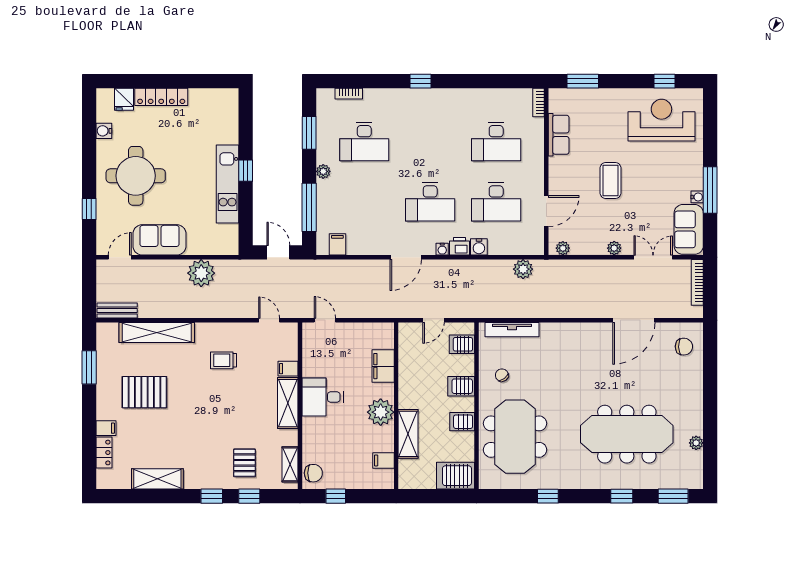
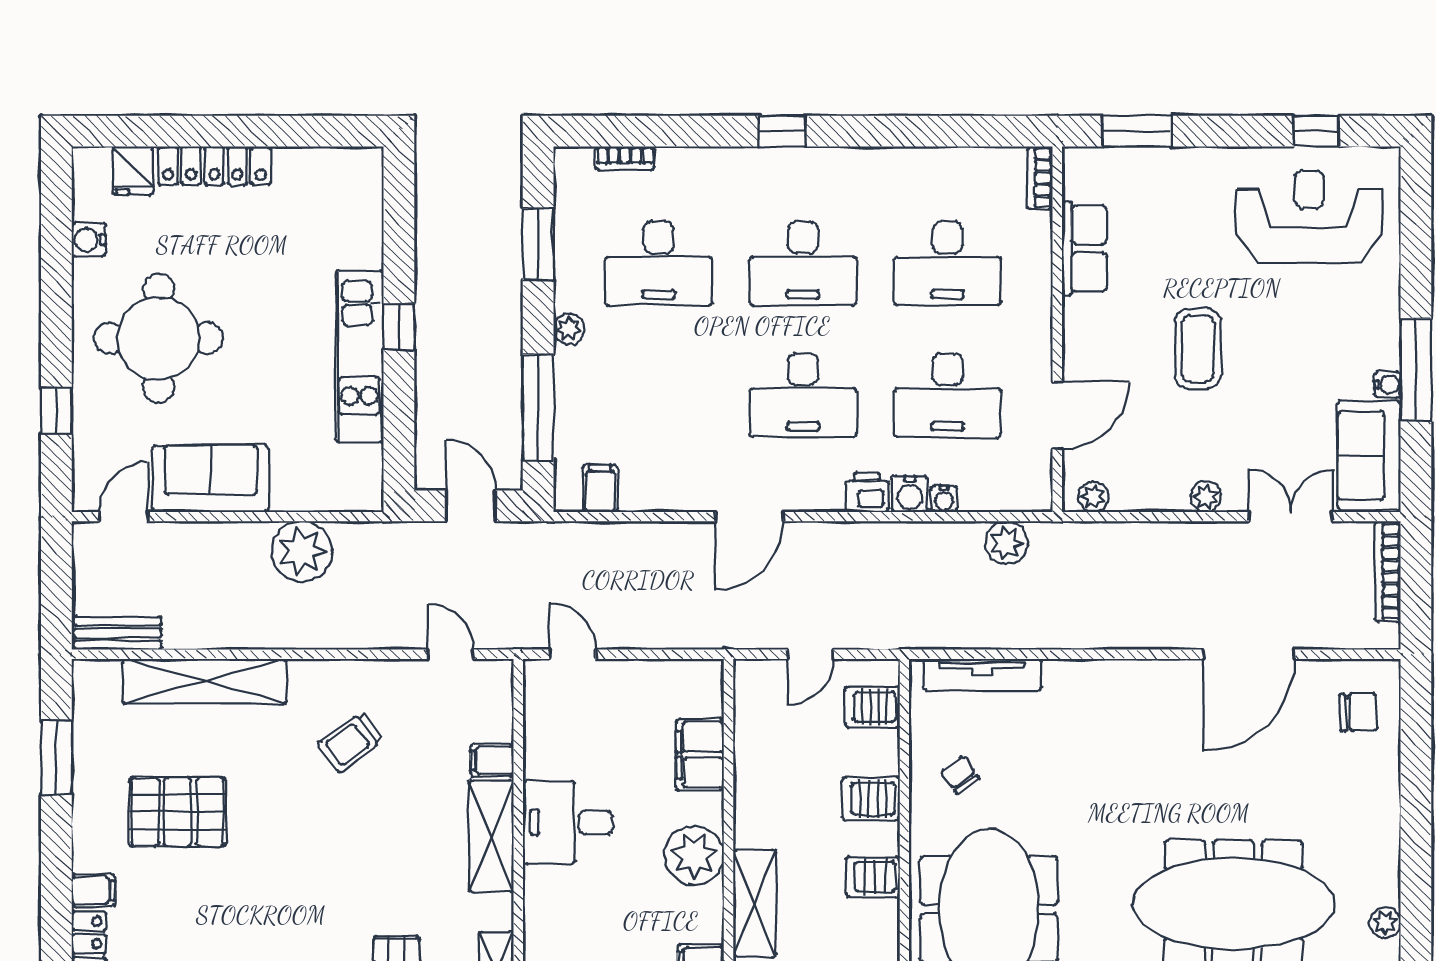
desk: (430, 142) -> (803, 263), added
water cooler: (442, 249) -> (944, 499), moved
trolley: (224, 360) -> (351, 742), turned -36

